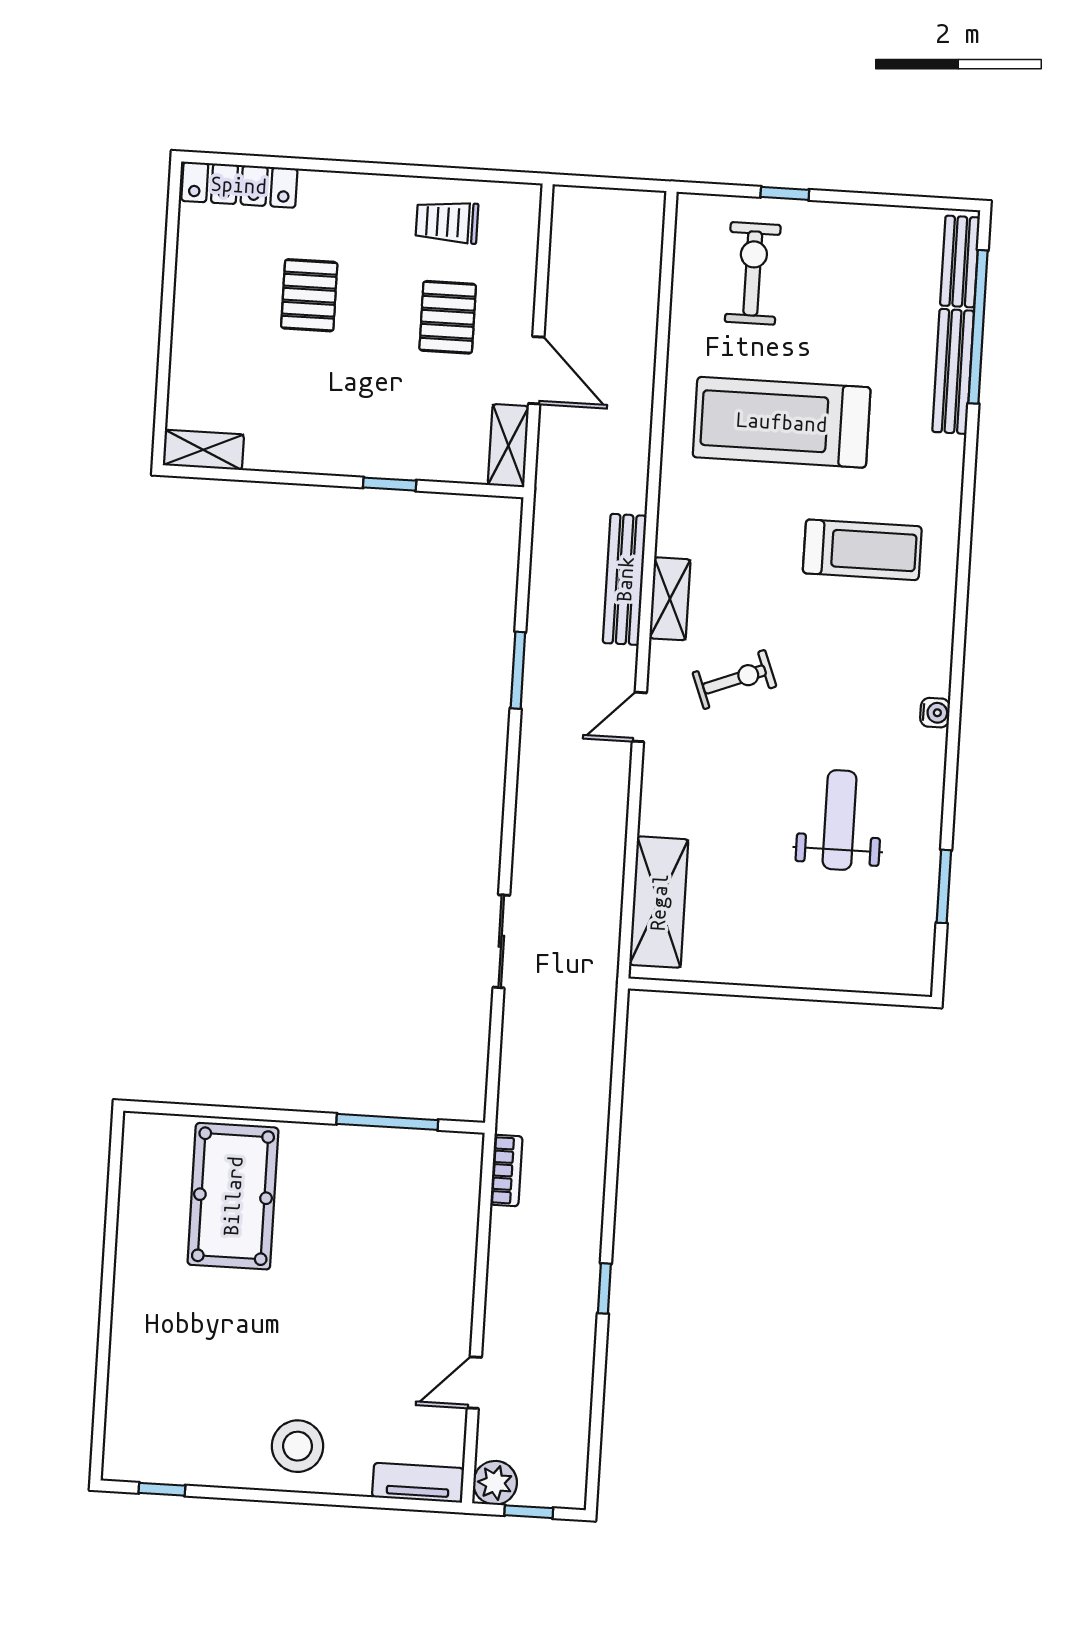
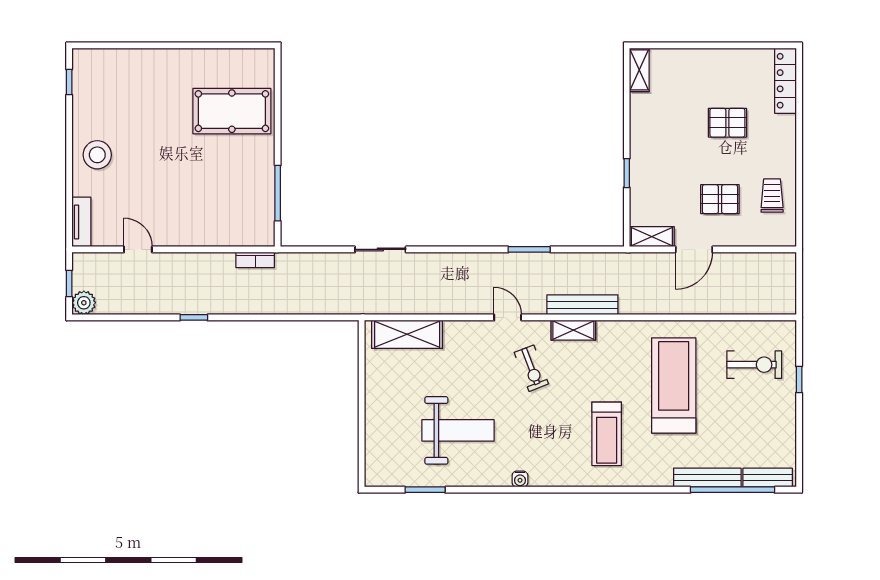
weight bench: (840, 820) -> (458, 430), width x1.36, depth x1.33
plant: (495, 1483) -> (84, 303), moved

